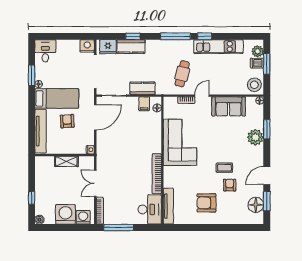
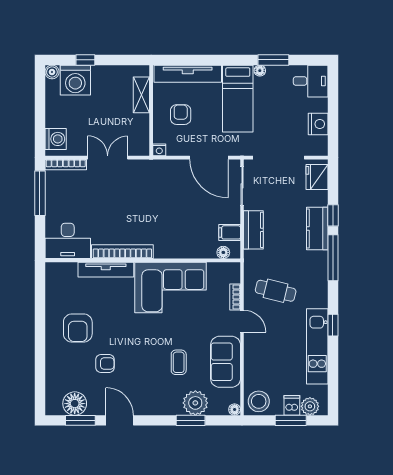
window: (175, 36) -> (333, 258), moved
nightstand: (87, 46) -> (318, 124), moved
kitchen counter: (131, 47) -> (317, 229), moved
armchair: (67, 121) -> (181, 115), moved, turned -86
plant: (255, 137) -> (195, 403), moved
shelving: (66, 161) -> (141, 95), moved
coffee table: (224, 168) -> (179, 362), moved
armchair: (206, 203) -> (78, 328), turned 180
tv unit: (168, 206) -> (106, 270), moved
washing machine: (65, 214) -> (75, 80), moved, turned 90

